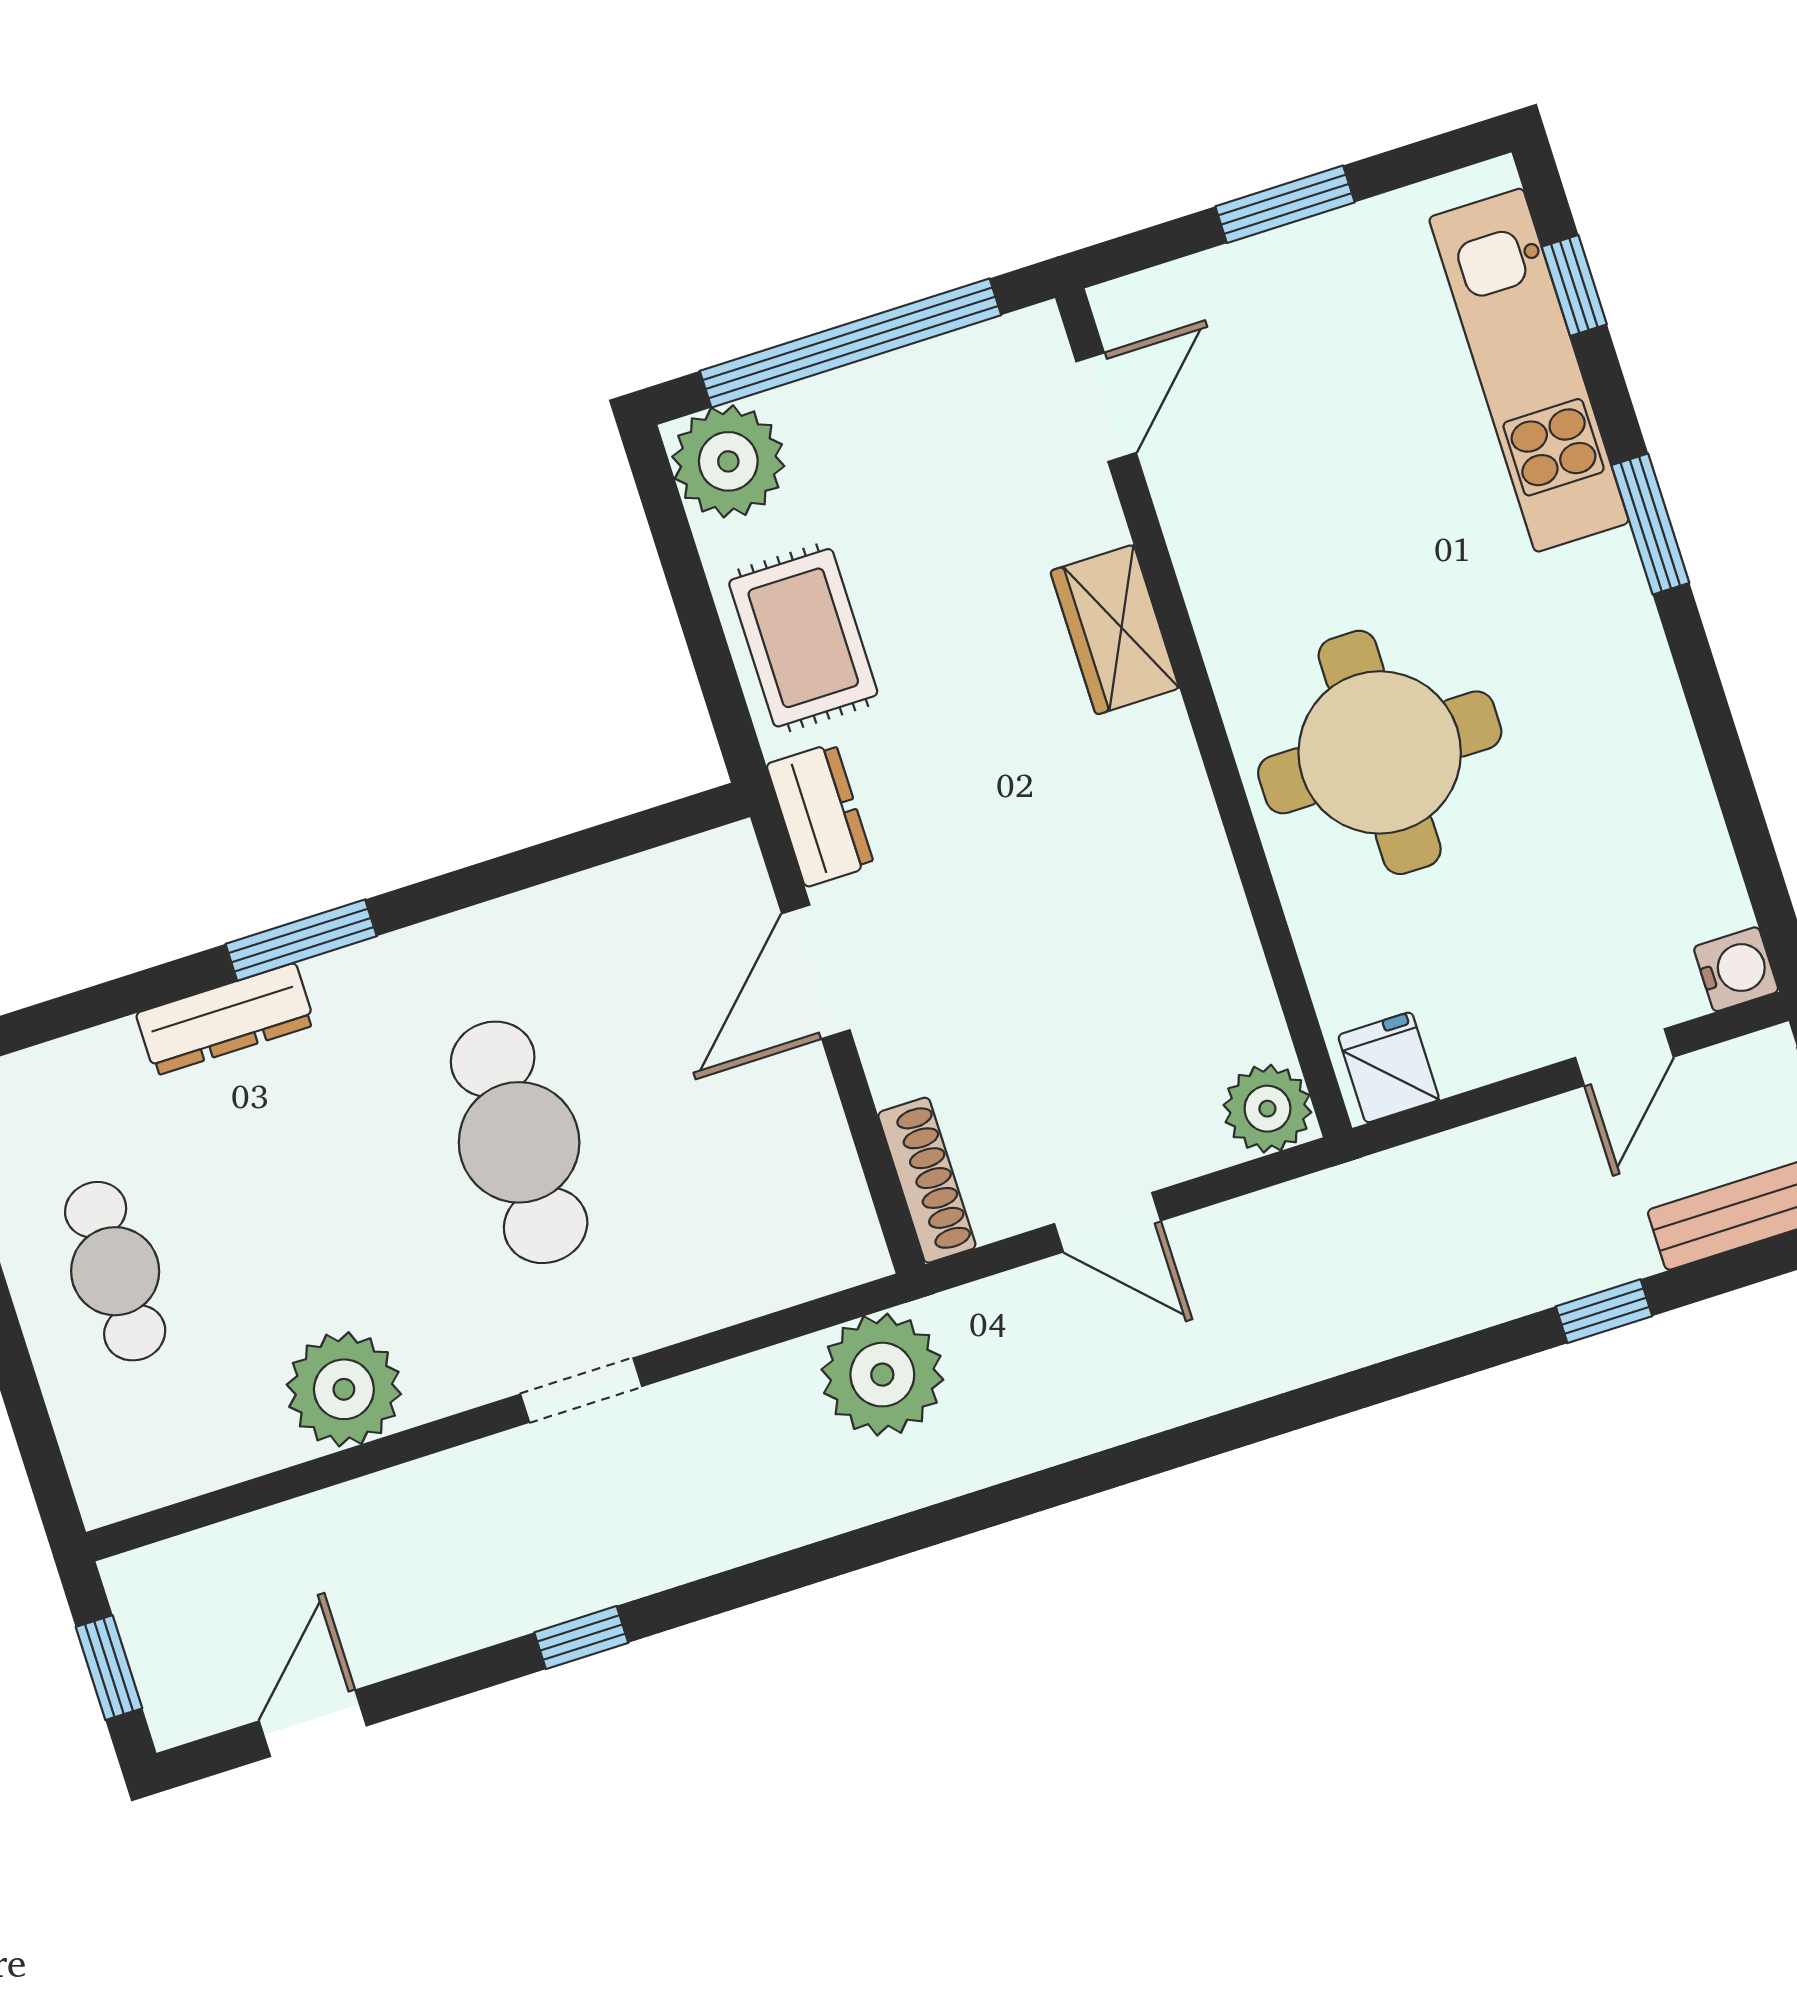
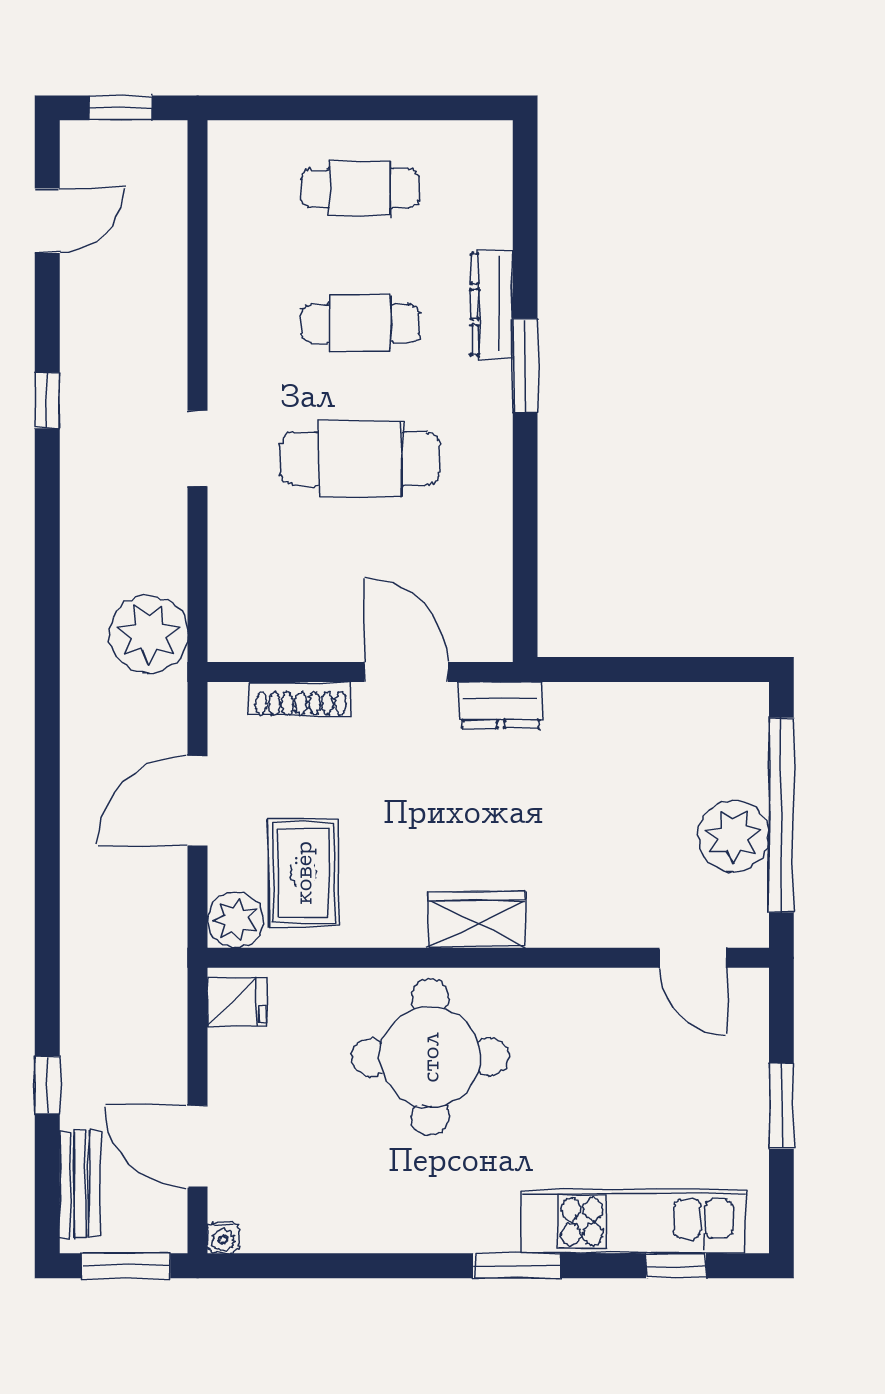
plant: (728, 461) -> (733, 836), moved
wardrobe: (1115, 630) -> (477, 920), moved
rug: (803, 638) -> (303, 873), moved, turned 90
water cooler: (1736, 969) -> (223, 1238), width x0.72, depth x0.72
door: (1624, 1057) -> (198, 1147), width x1.38
shoe rack: (927, 1180) -> (301, 699), moved
cafe table: (317, 1207) -> (360, 324), added
door: (1108, 1222) -> (198, 801), width x1.38
plant: (344, 1389) -> (244, 304), removed
door: (313, 1723) -> (47, 221), hinge flipped

